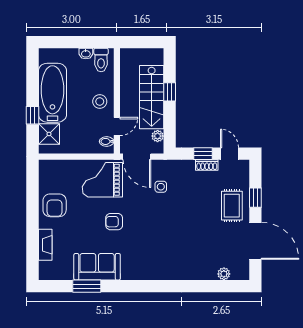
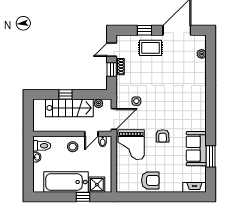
door: (117, 126) -> (91, 134), swing flipped
fireplace: (45, 245) -> (194, 187), moved

